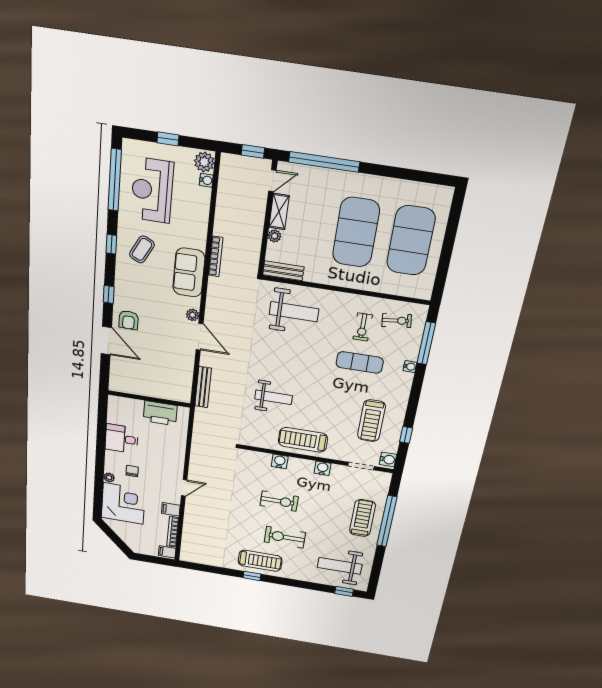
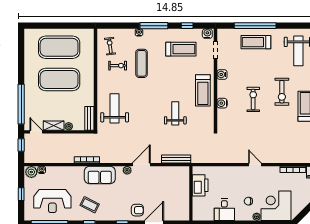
window: (426, 343) -> (154, 26), moved
filing cabinet: (171, 509) -> (274, 172), removed

